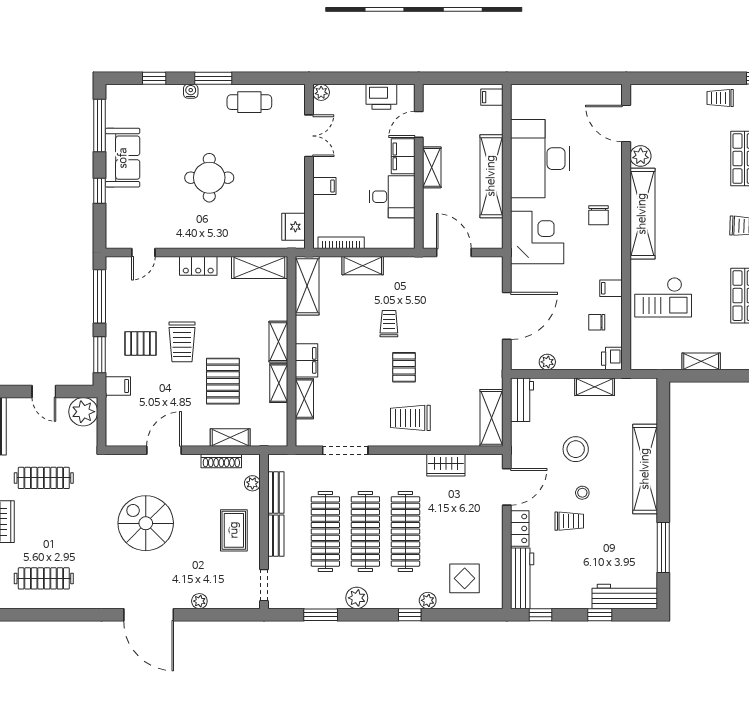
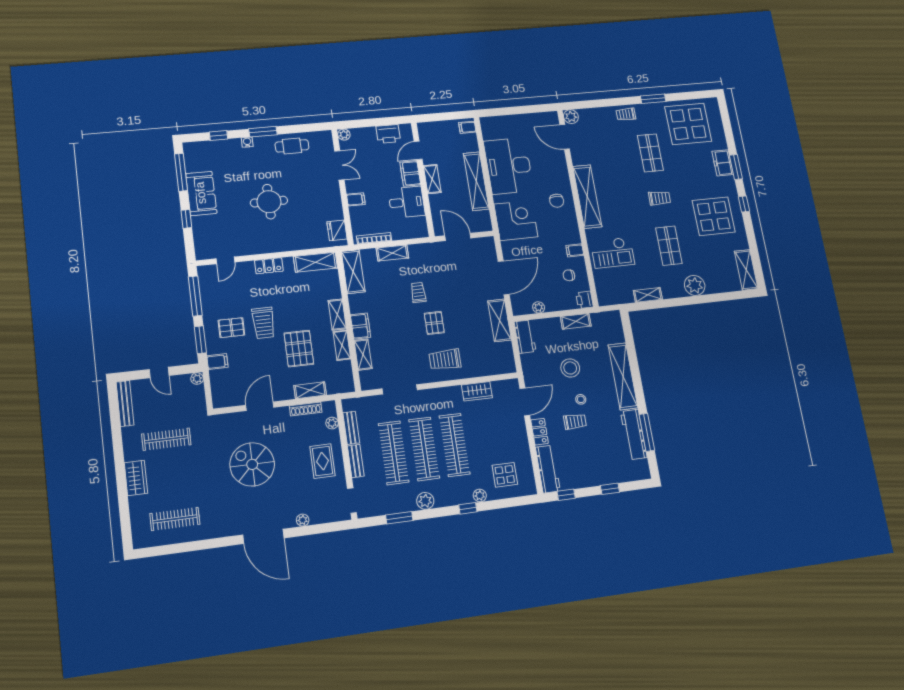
plant: (641, 156) -> (571, 117), moved
plant: (83, 412) -> (197, 379), width x0.53, depth x0.53
shelving: (491, 418) -> (499, 320), moved
workbench: (625, 596) -> (634, 434), moved, turned -90

